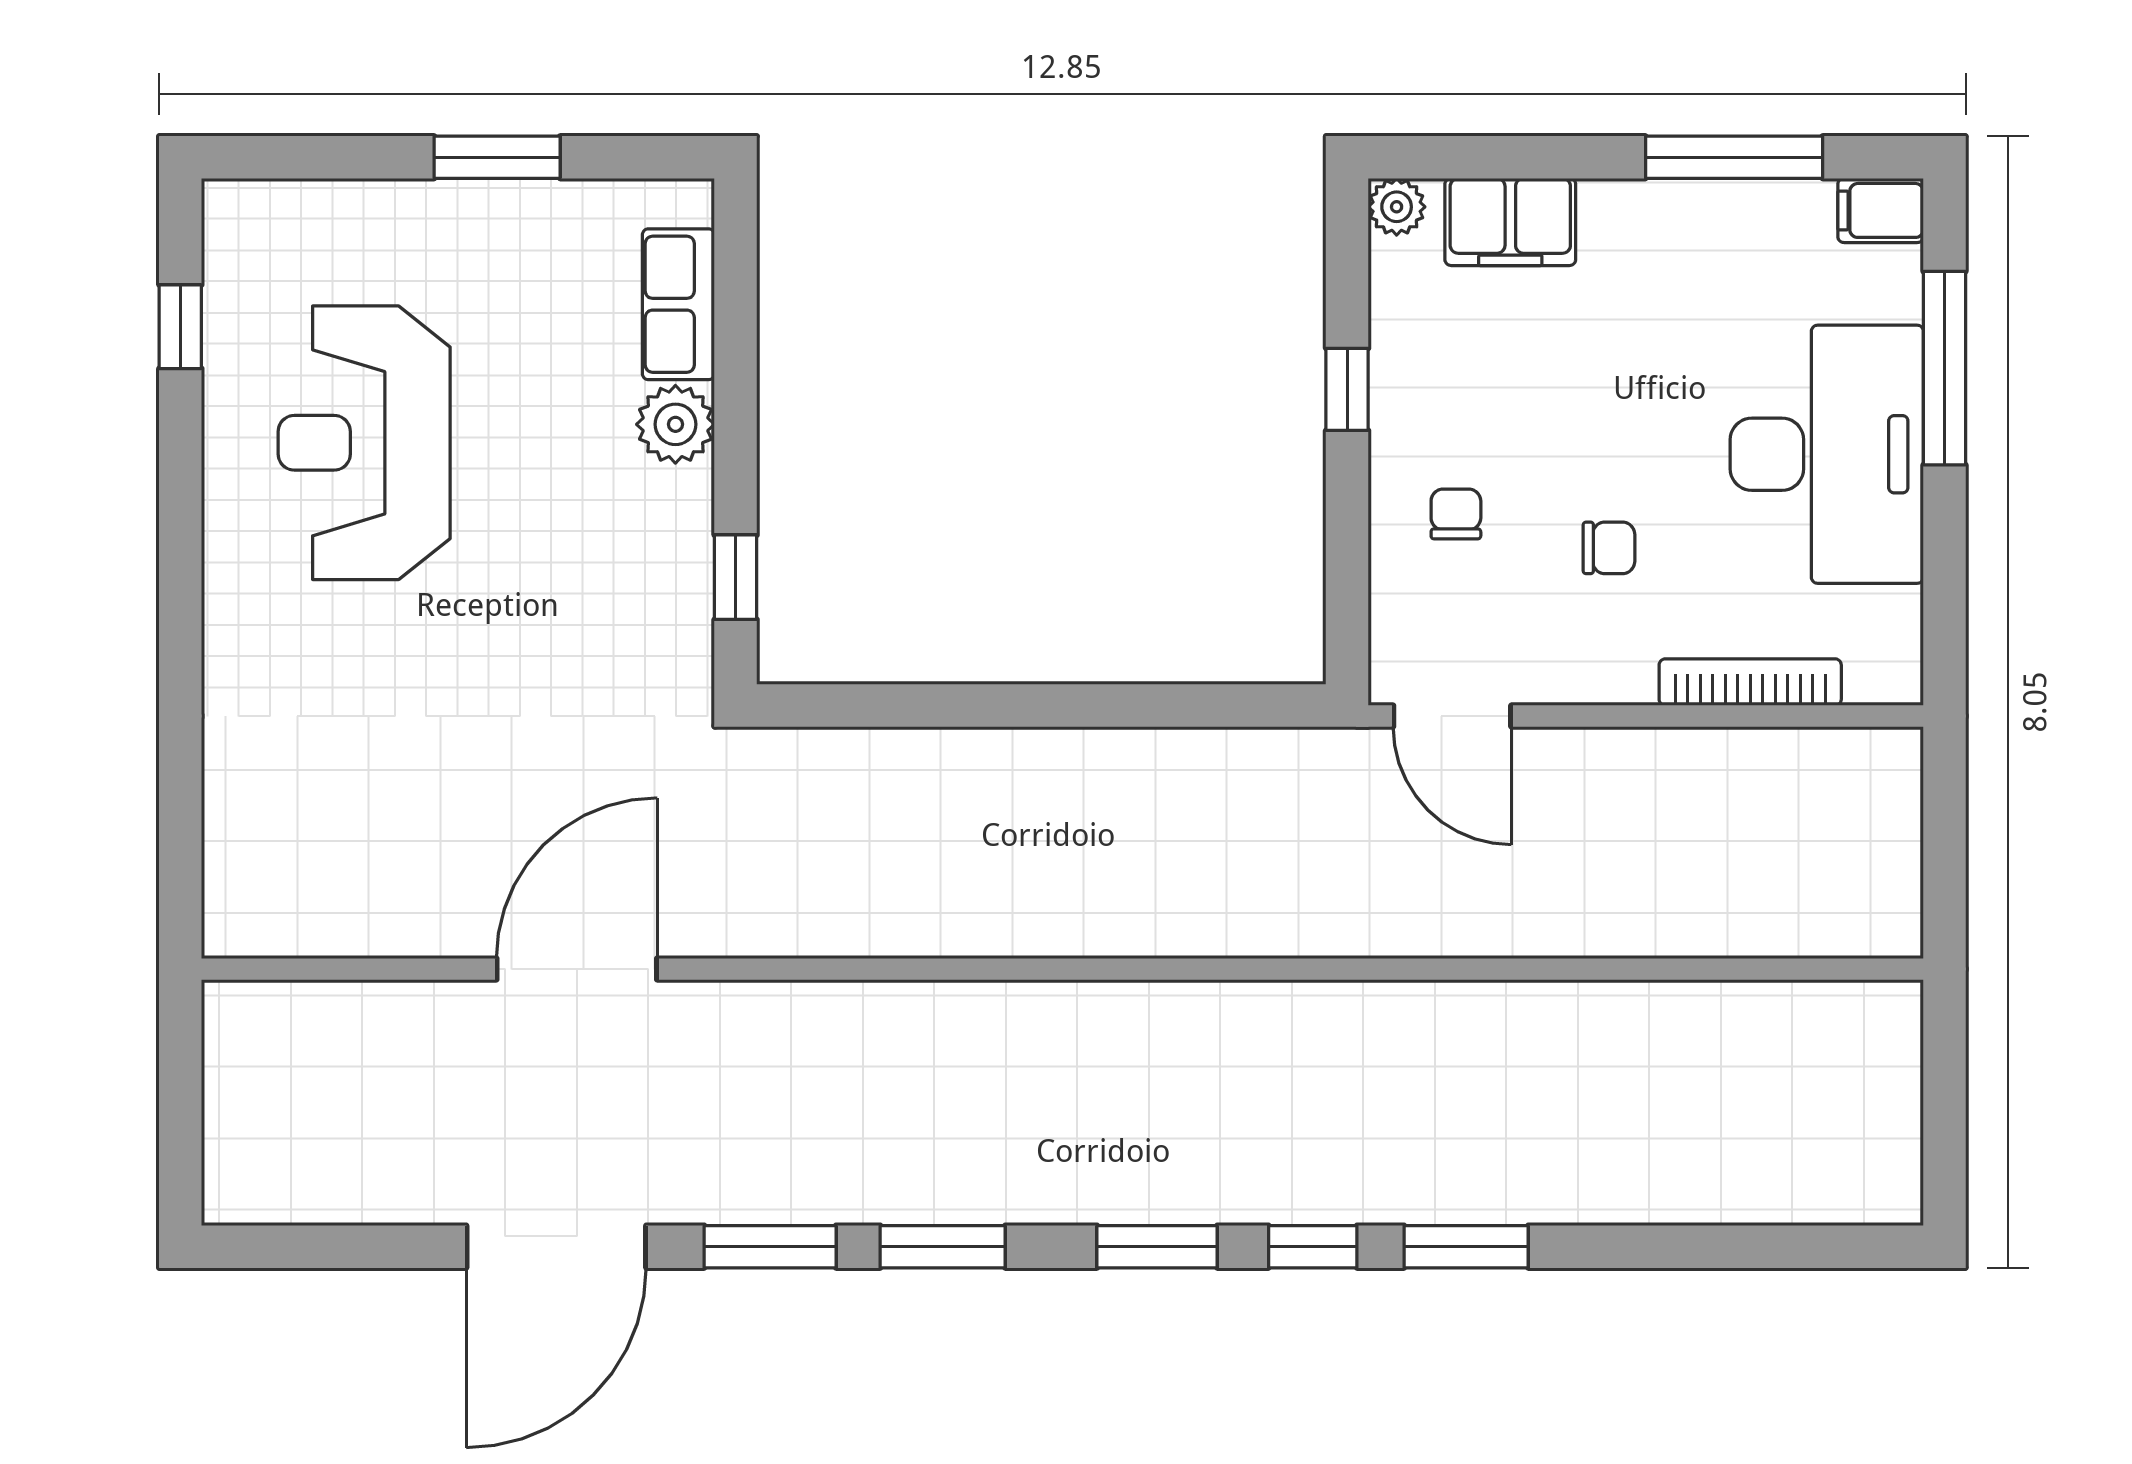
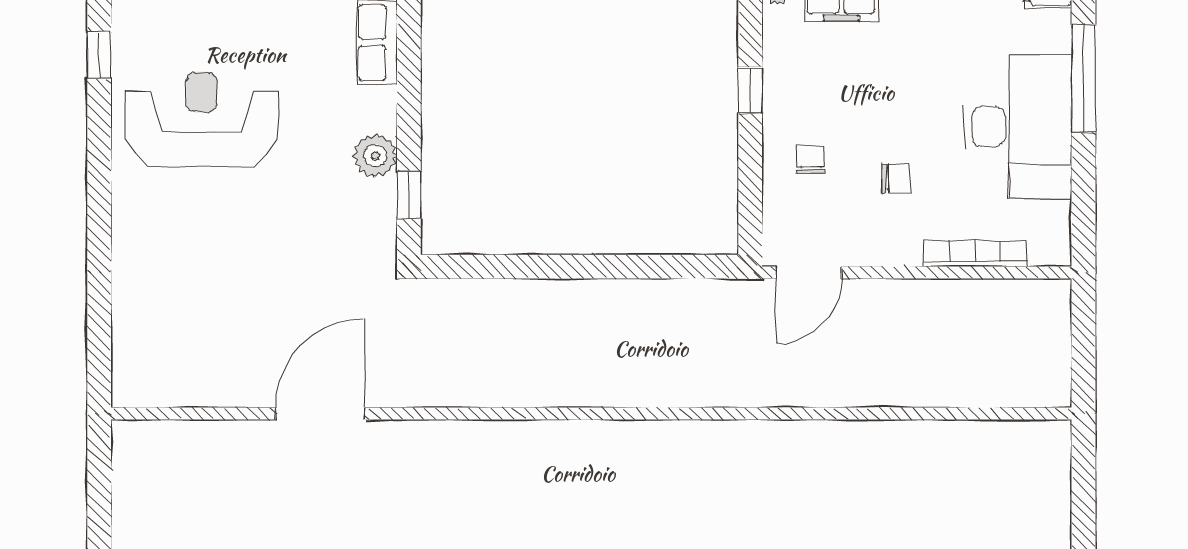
plant: (675, 424) -> (375, 156), moved
reception desk: (364, 443) -> (202, 120), turned 90
door: (1452, 716) -> (809, 272), hinge flipped

